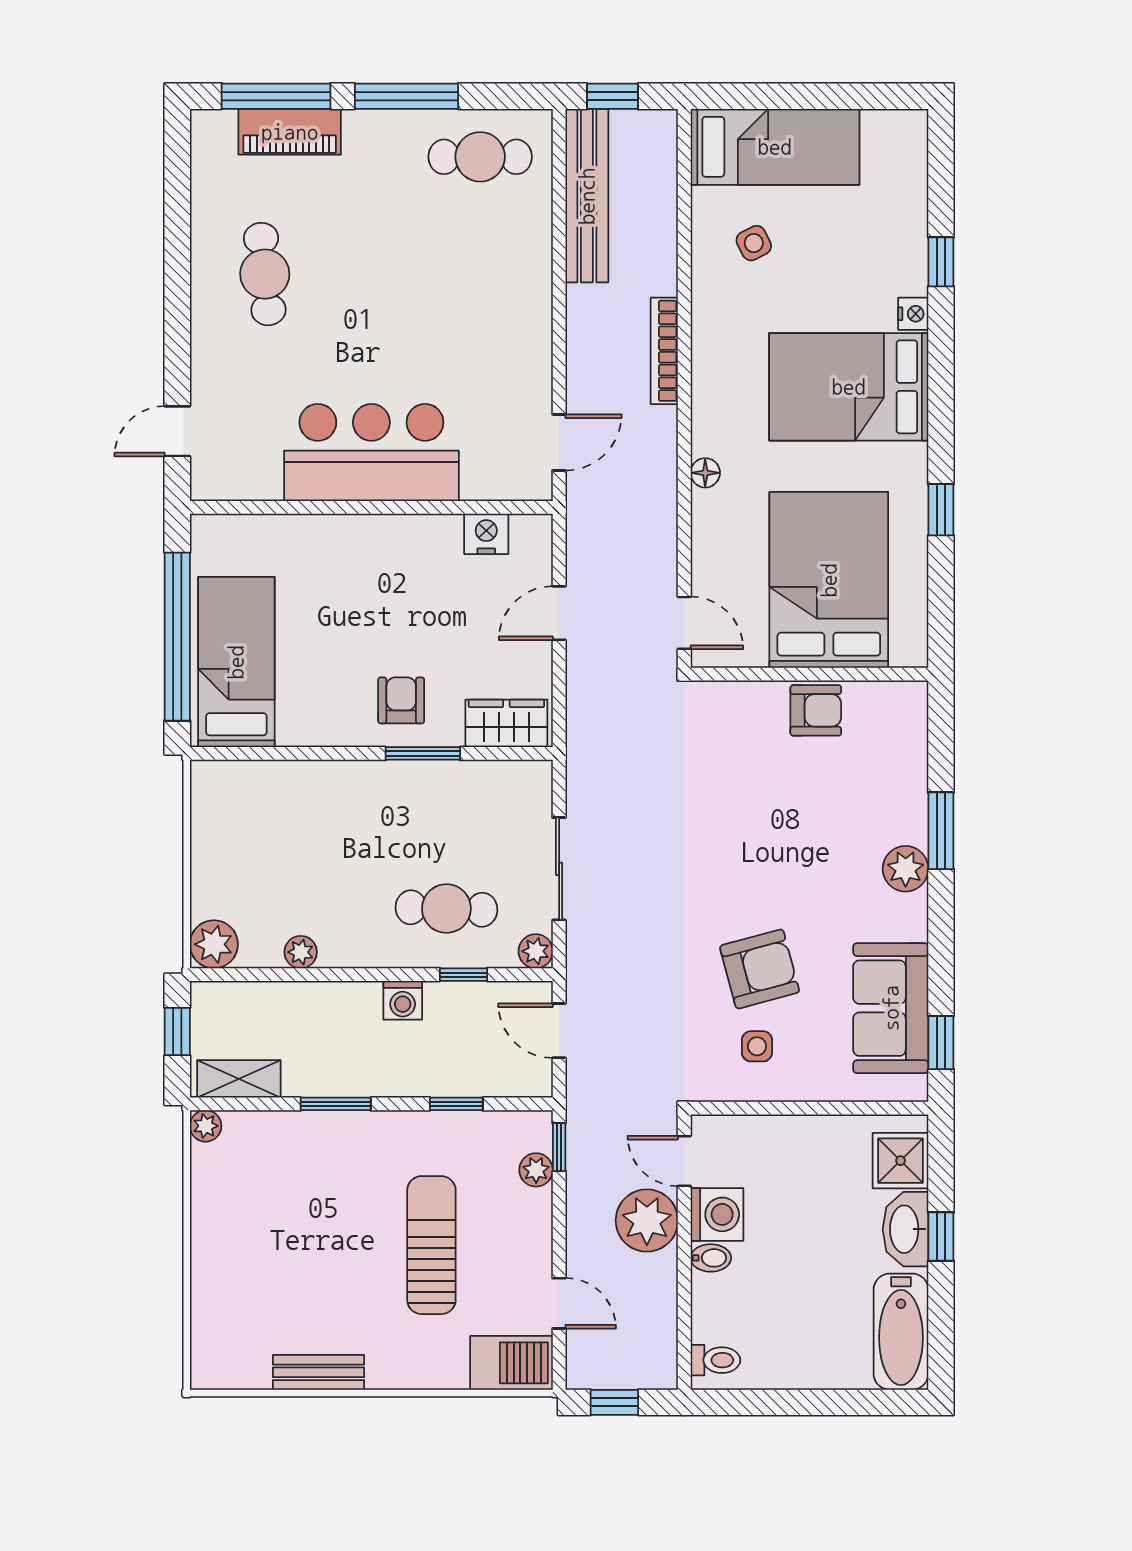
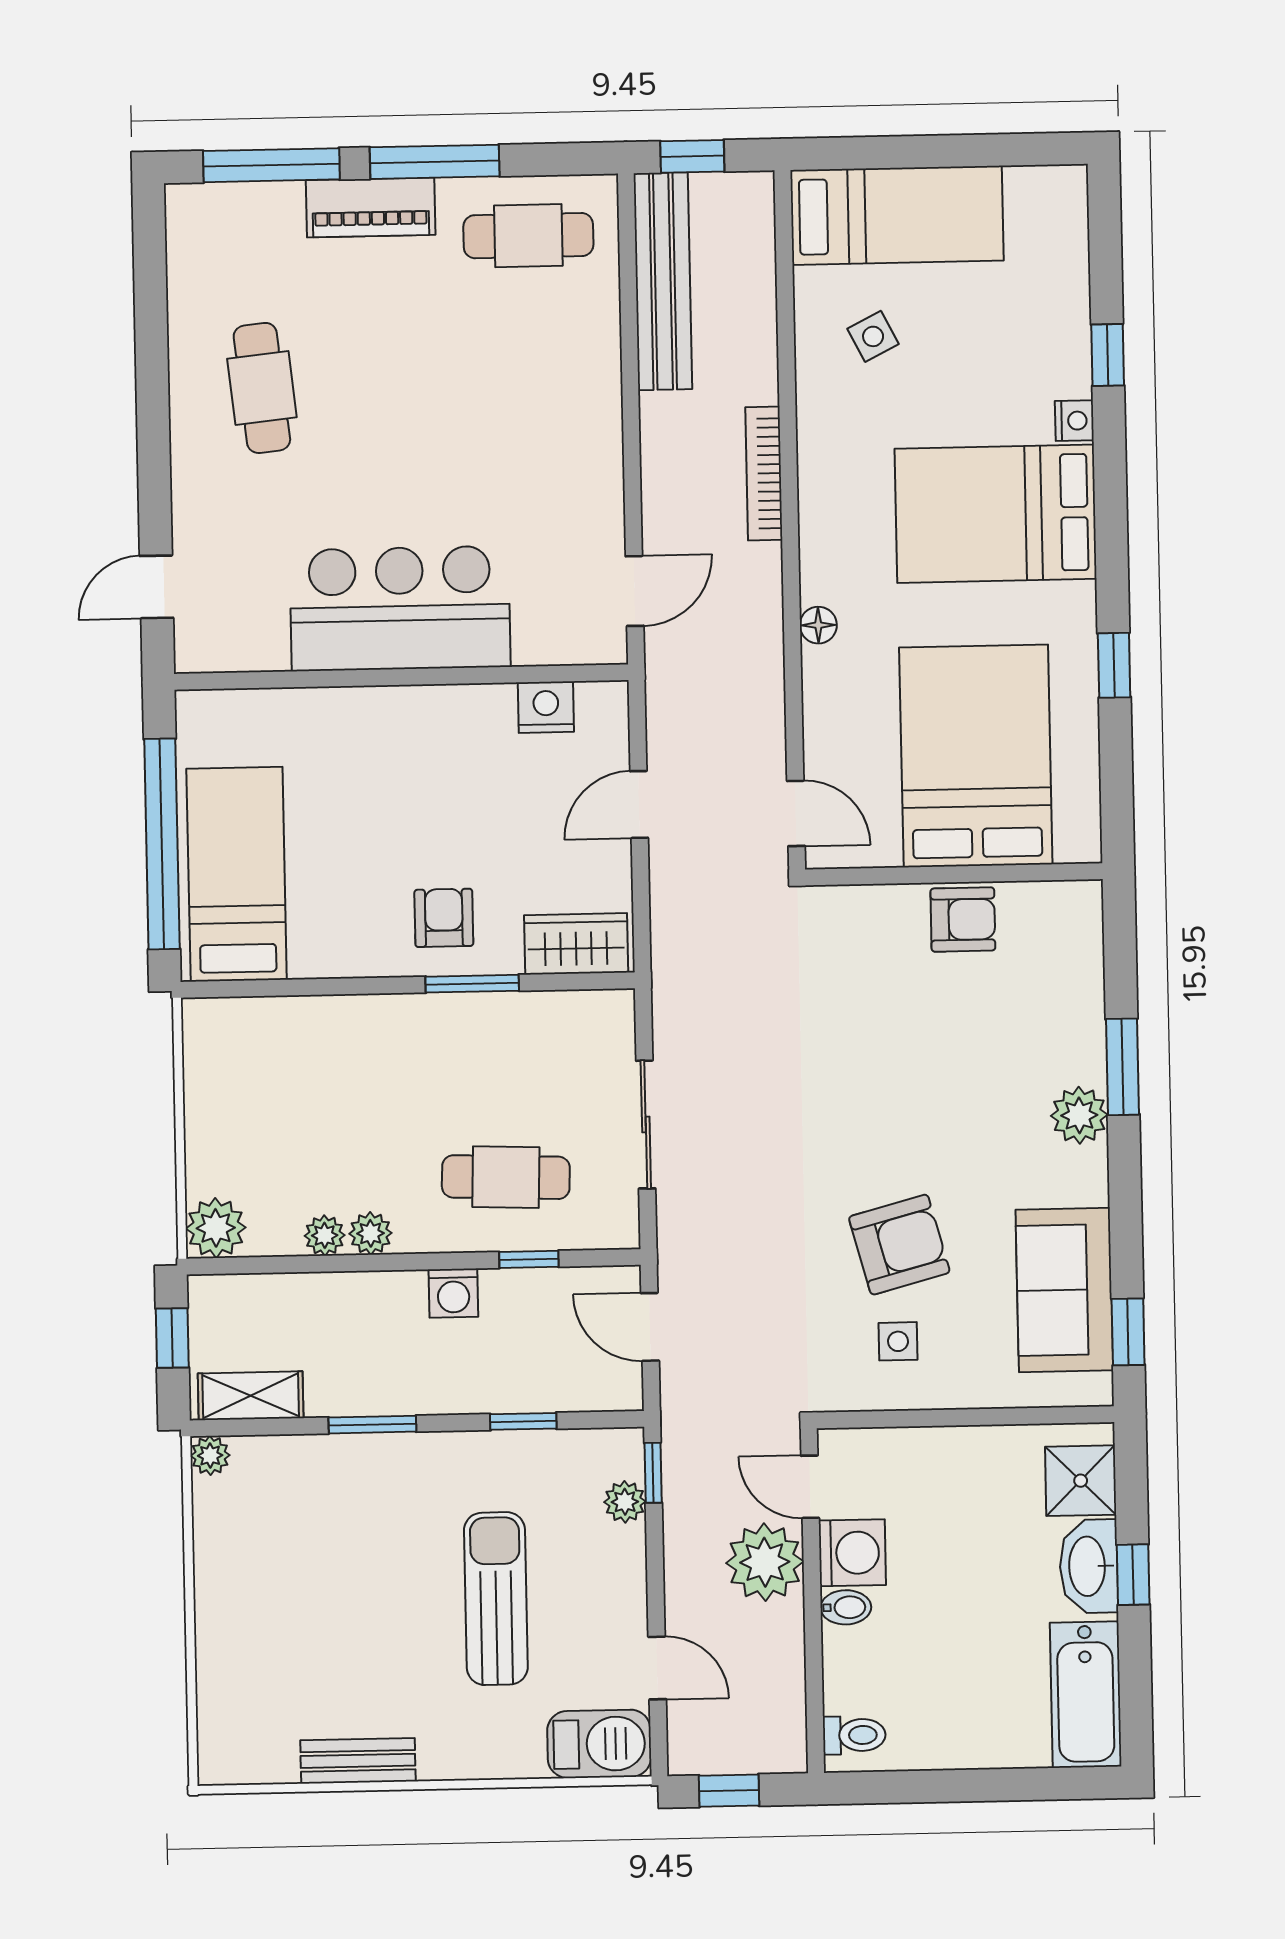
piano: (290, 132) -> (371, 208), moved
plant: (536, 951) -> (371, 1233), moved

